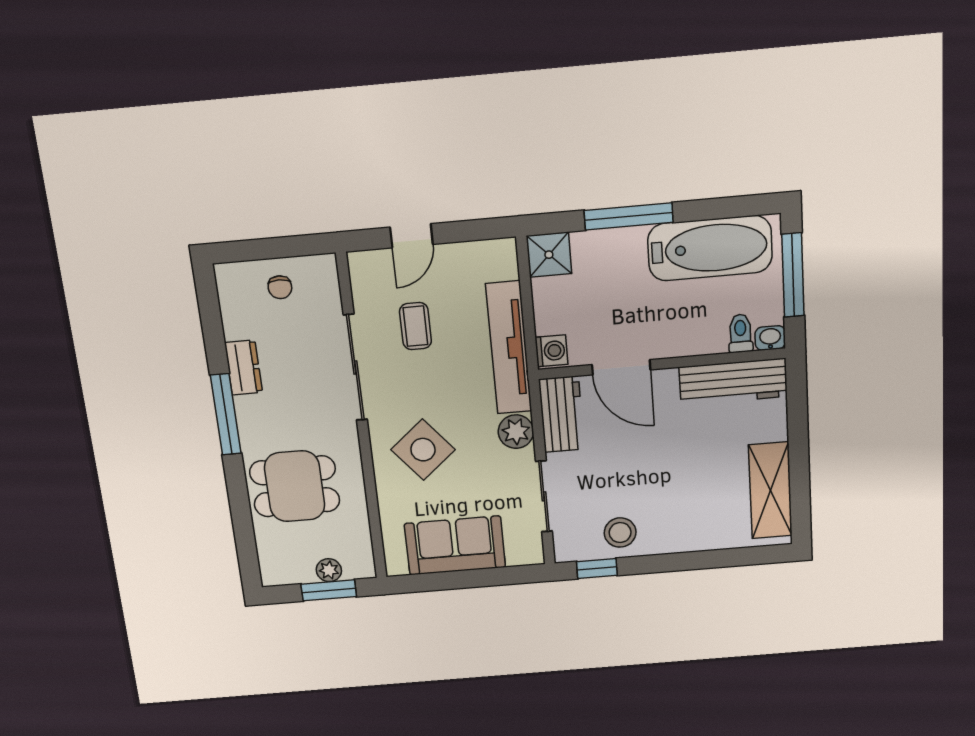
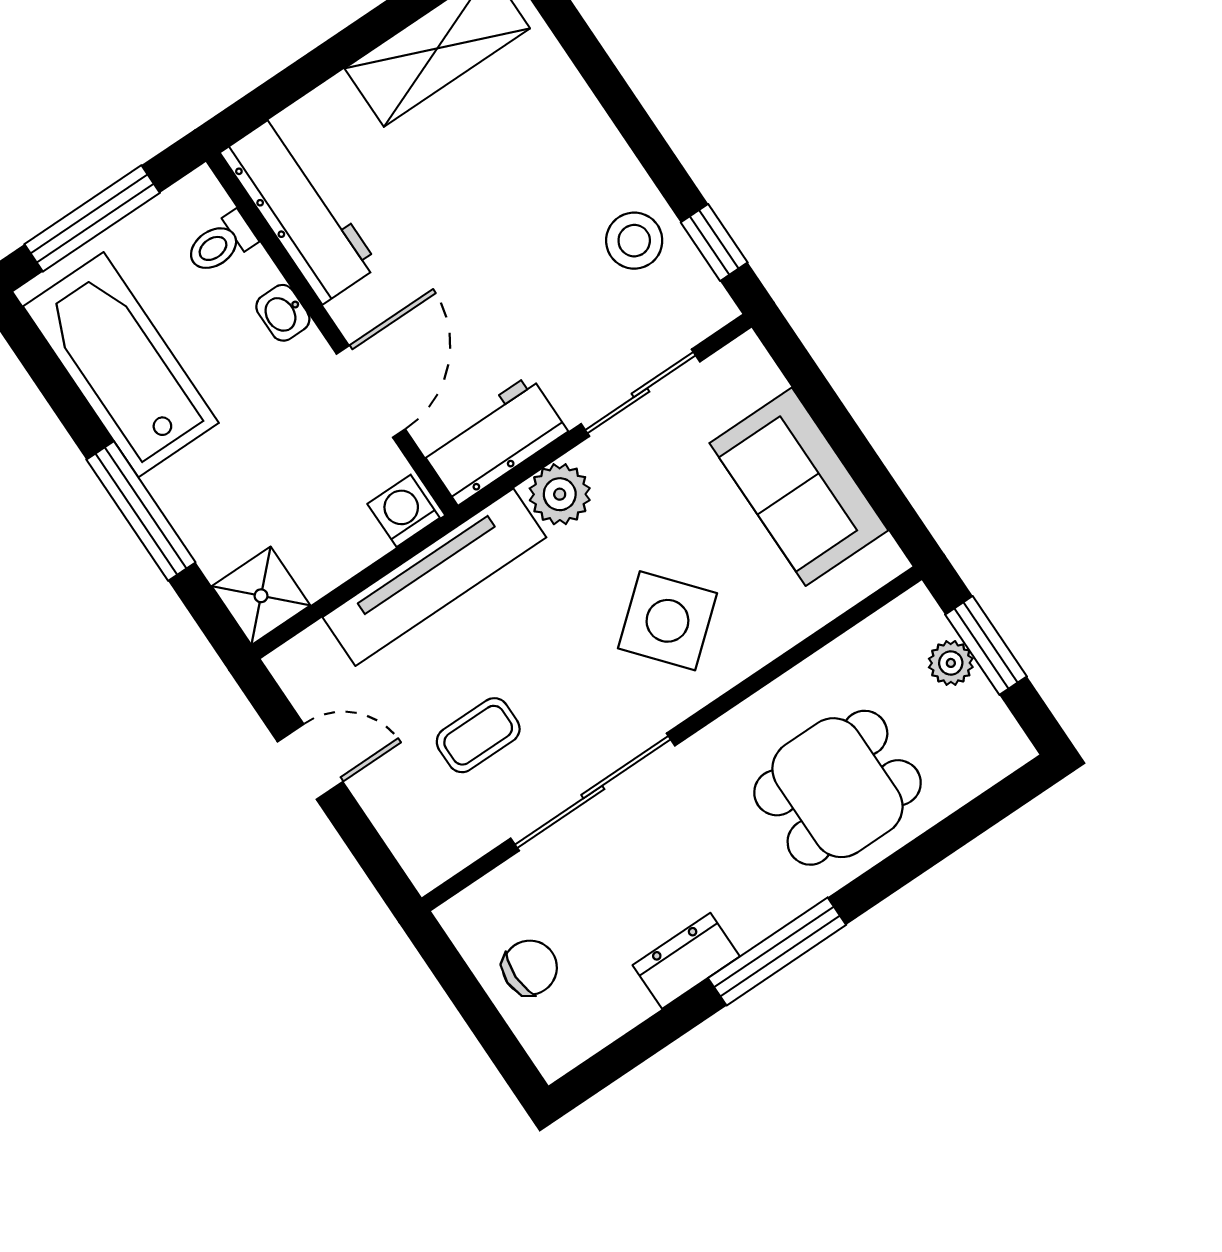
door: (411, 236) -> (310, 762), moved
chair: (280, 287) -> (530, 968), width x1.37, depth x1.37
washbasin: (770, 338) -> (283, 313), moved
dining table: (295, 486) -> (837, 788), turned 90

